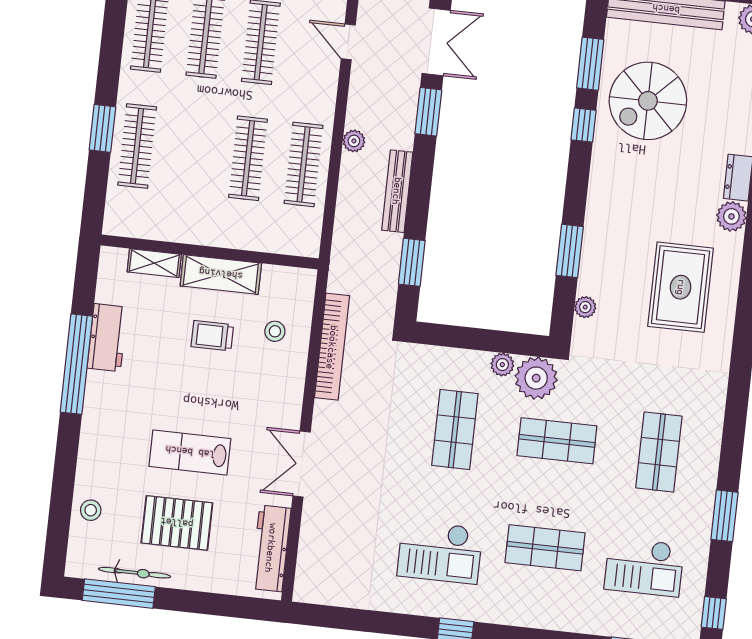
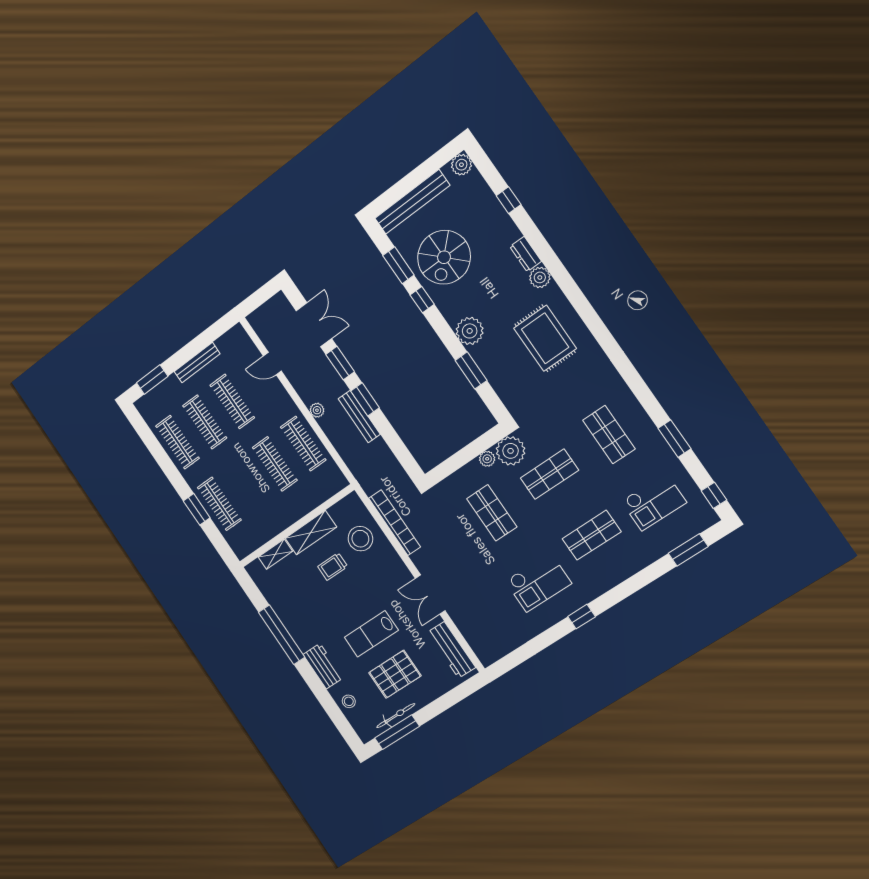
window: (412, 262) -> (365, 399), moved
plant: (585, 307) -> (470, 331), moved, width x1.88, depth x1.88
stool: (275, 331) -> (360, 539), width x1.89, depth x1.89
workbench: (107, 338) -> (323, 666), moved

